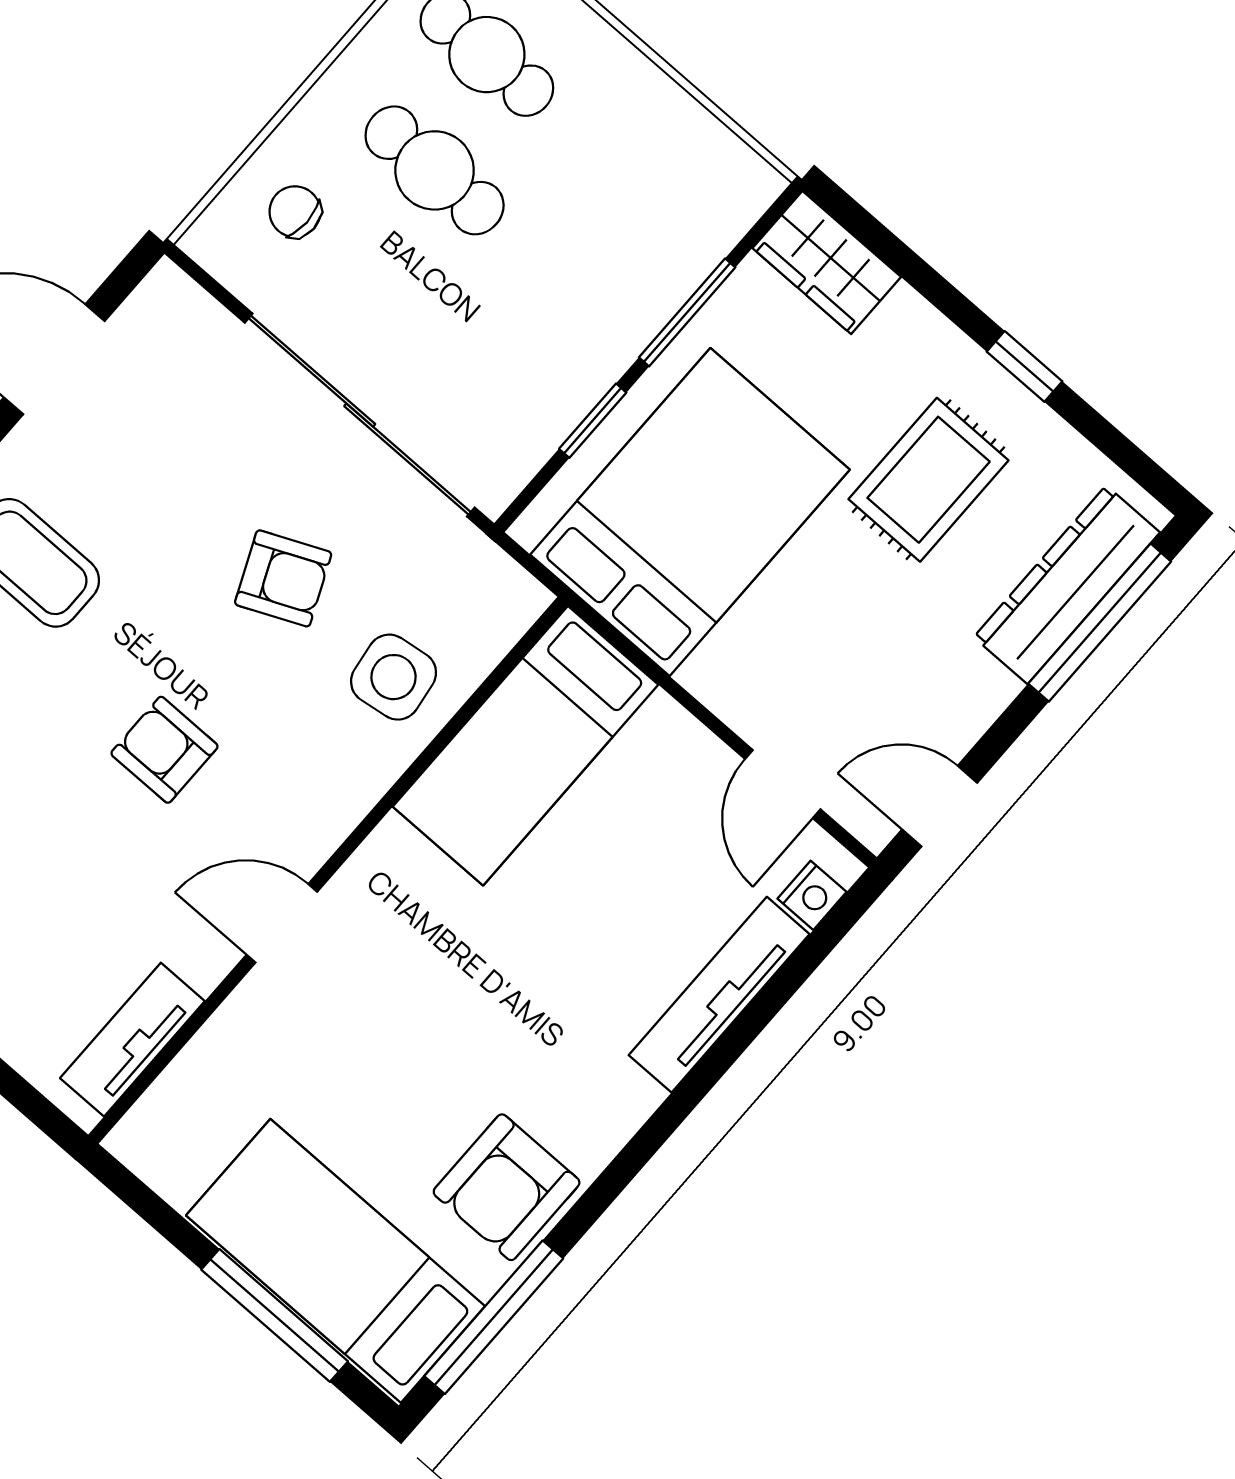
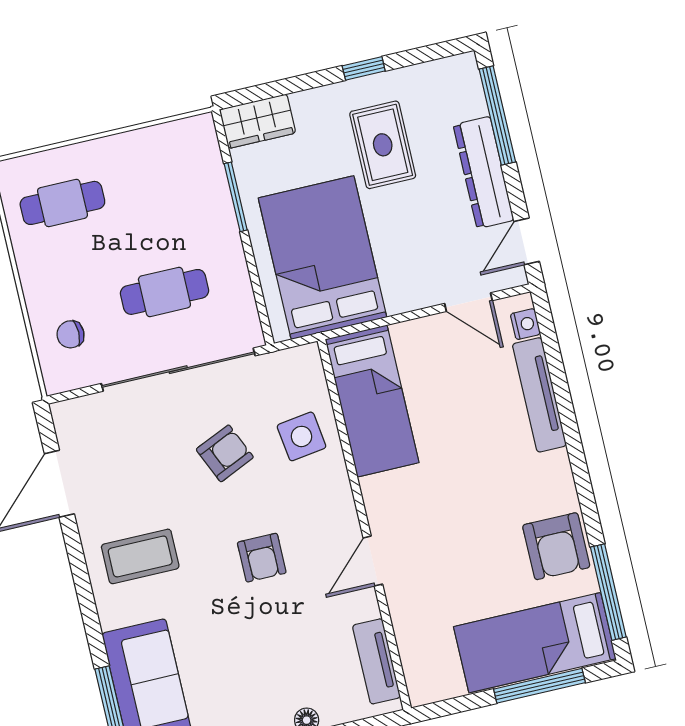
cafe table: (435, 170) -> (164, 292), moved
window: (593, 421) -> (253, 271), removed
dresser: (1067, 585) -> (484, 173), moved
armchair: (164, 750) -> (262, 558), turned -90

